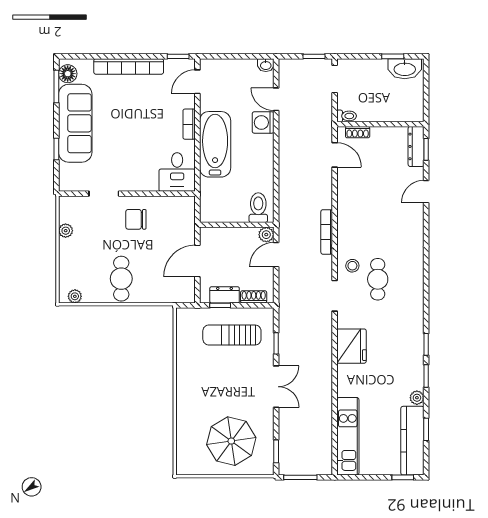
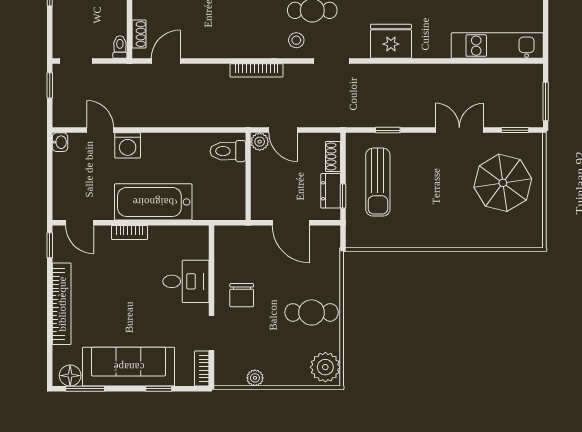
door: (276, 99) -> (100, 130), swing flipped
desk: (177, 172) -> (186, 281), moved
bookcase: (74, 185) -> (202, 368), added
plant: (75, 296) -> (325, 367), width x1.87, depth x1.87
double door: (276, 387) -> (459, 130), moved

